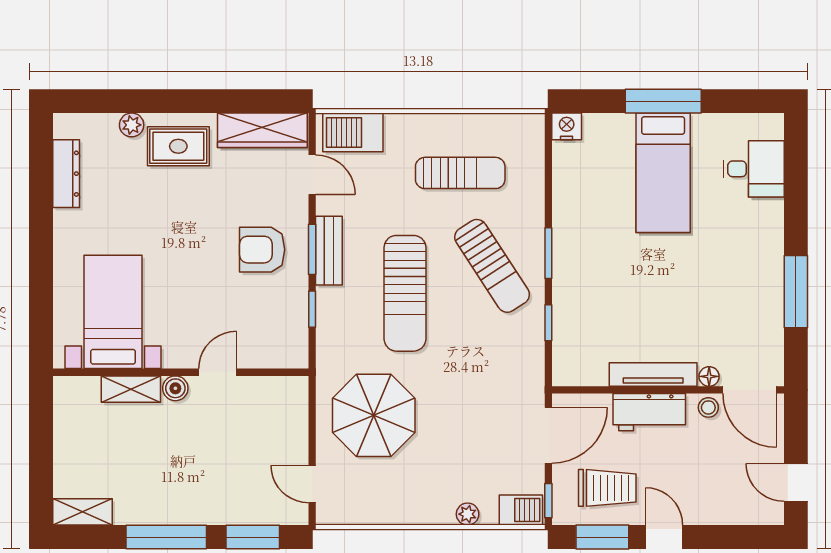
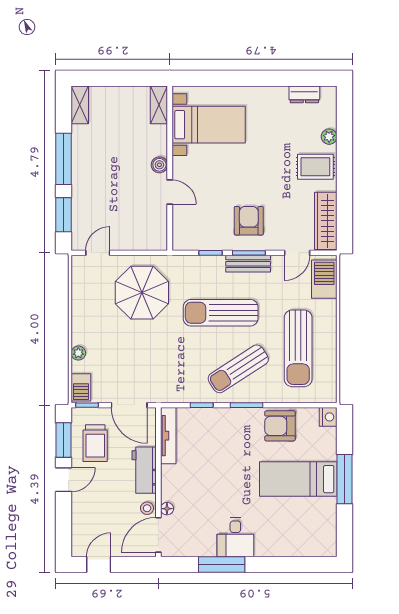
rug: (178, 146) -> (315, 167), turned 90
desk: (754, 169) -> (235, 537), moved
sun lounger: (460, 173) -> (298, 348), width x1.36, depth x1.34
dresser: (66, 174) -> (304, 94), width x0.70
armchair: (581, 201) -> (280, 426), added
tv unit: (653, 375) -> (168, 436), moved
shelving: (131, 389) -> (159, 105), moved

